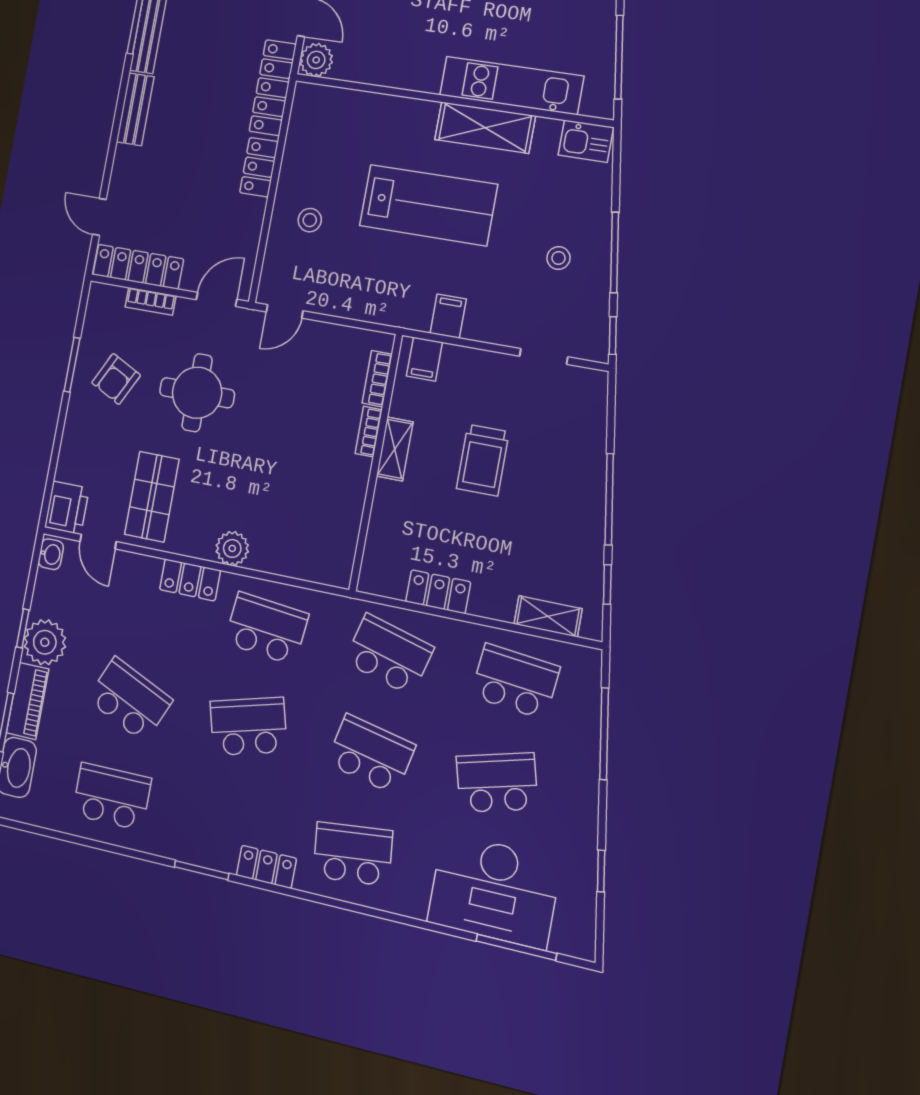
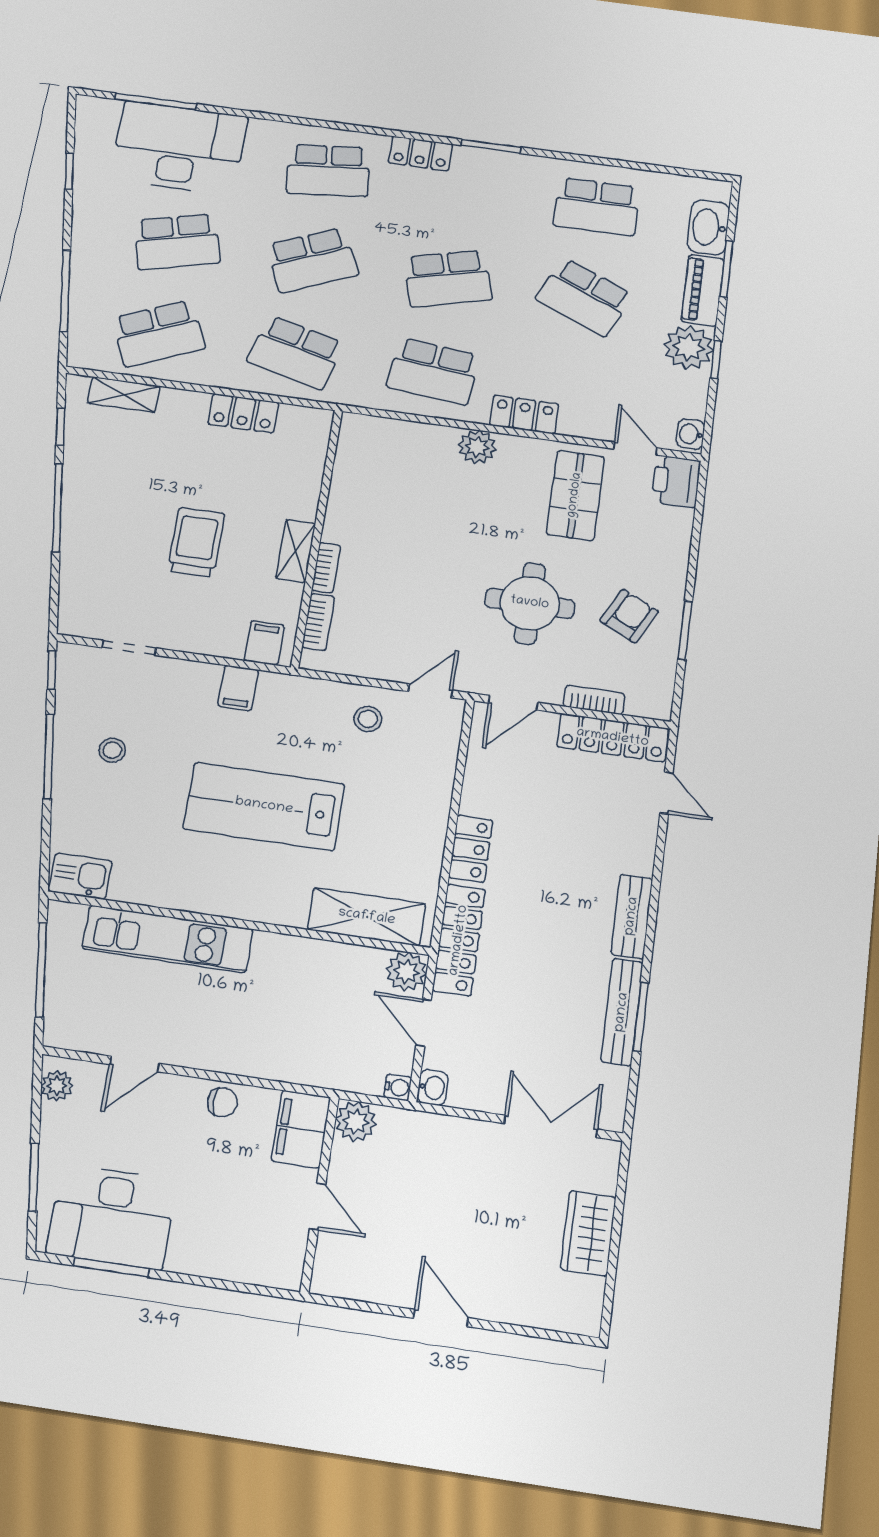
shelving: (485, 128) -> (367, 917), moved
stool: (310, 220) -> (368, 719), moved
school desk: (515, 681) -> (159, 333), turned -30
school desk: (371, 754) -> (312, 260), turned -36

